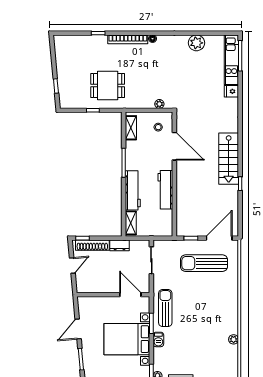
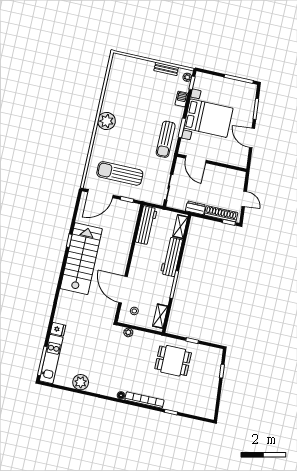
stairs: (229, 159) -> (81, 259), width x1.36, depth x1.51
workbench: (165, 190) -> (146, 225), moved
sun lounger: (204, 263) -> (120, 173), turned 180
door: (72, 265) -> (244, 199), swing flipped
door: (78, 329) -> (252, 138), swing flipped
barbecue: (158, 339) -> (181, 99), moved
plant: (234, 339) -> (106, 121), moved, width x1.87, depth x1.87

